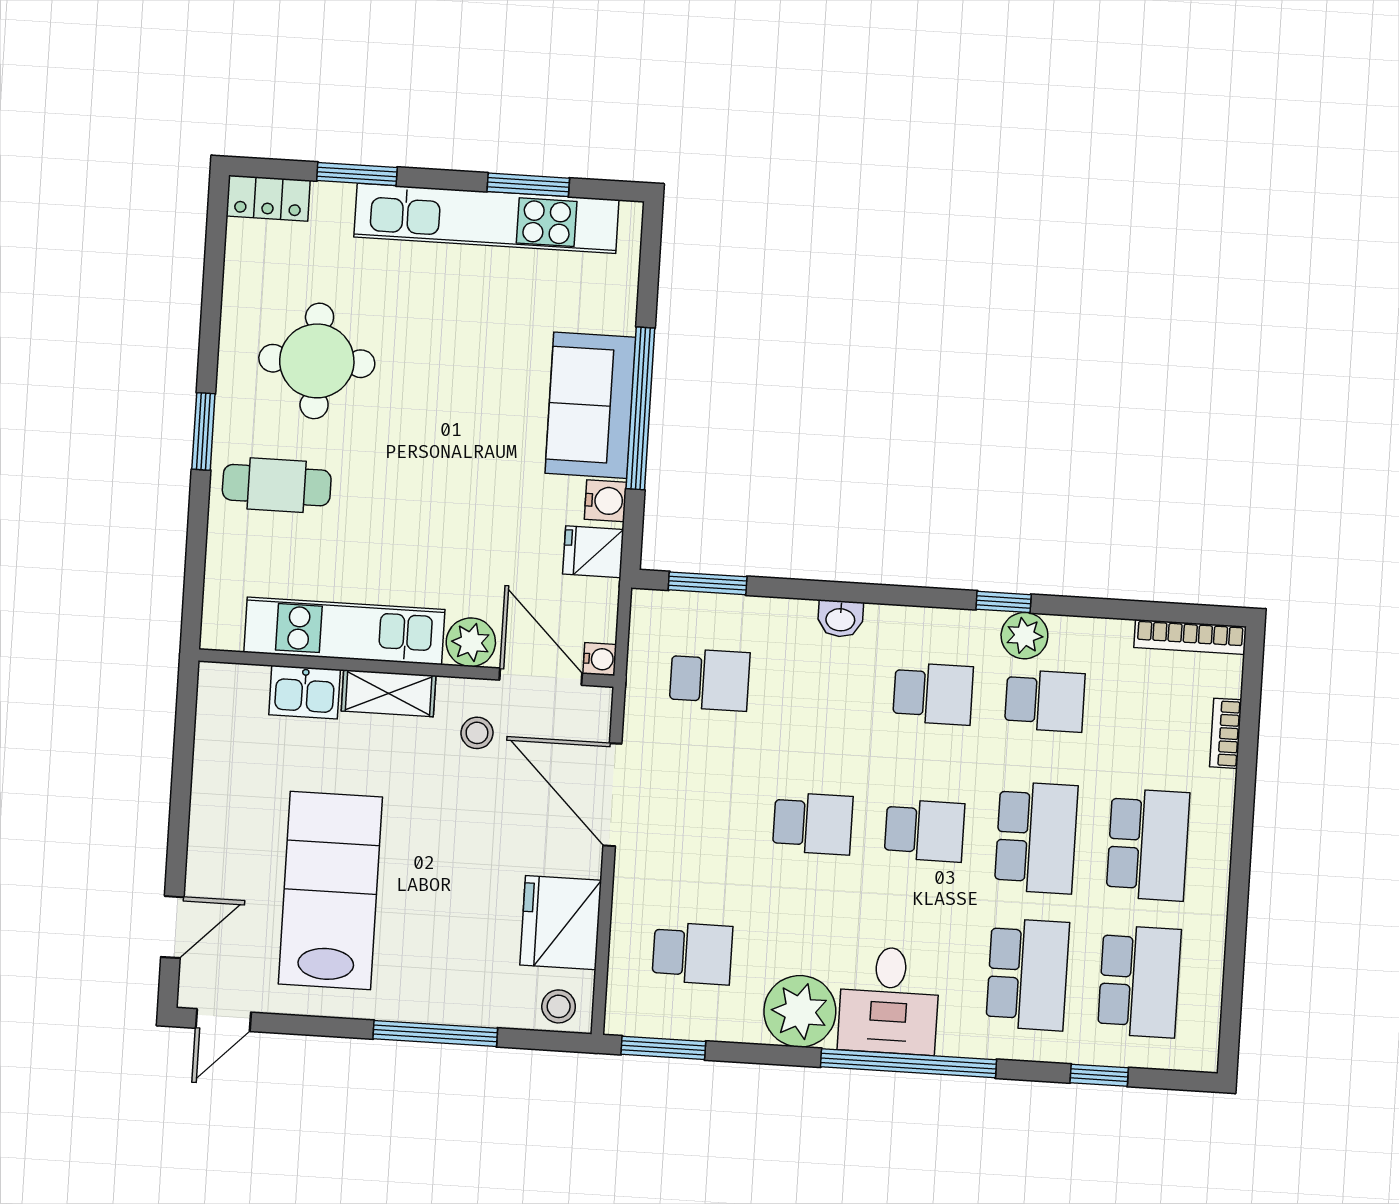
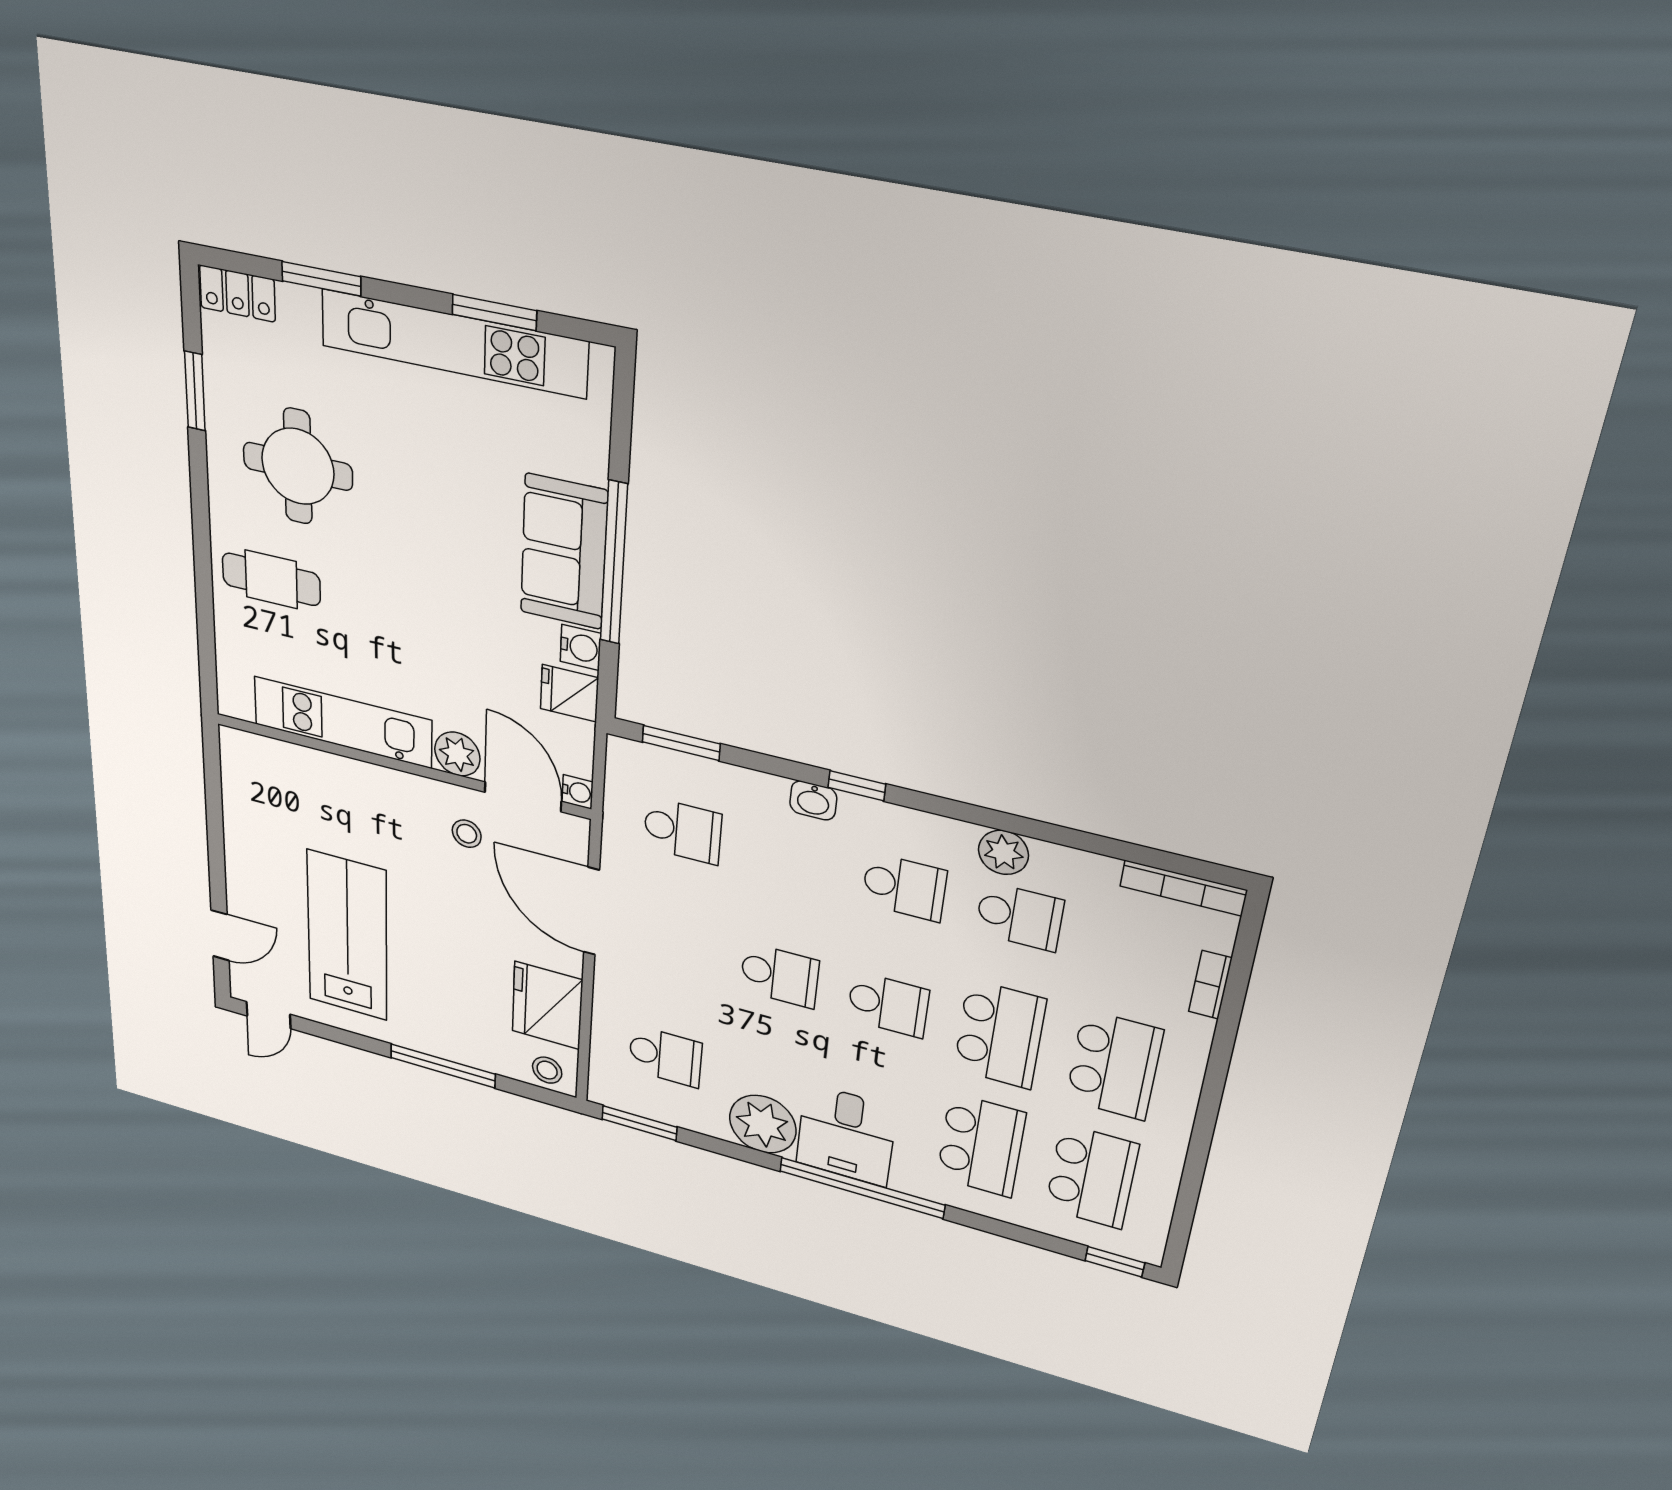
window: (203, 431) -> (195, 391), moved
window: (1004, 602) -> (857, 786), moved
kitchen sink: (305, 692) -> (312, 768), removed
shelving: (389, 693) -> (386, 784), removed
window: (1099, 1075) -> (1115, 1262), moved

